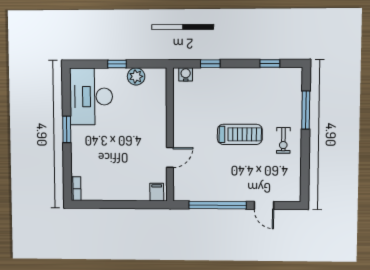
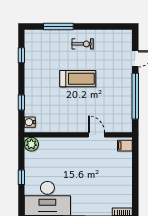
plant: (136, 76) -> (31, 144), moved
treadmill: (240, 134) -> (78, 79), turned 90

